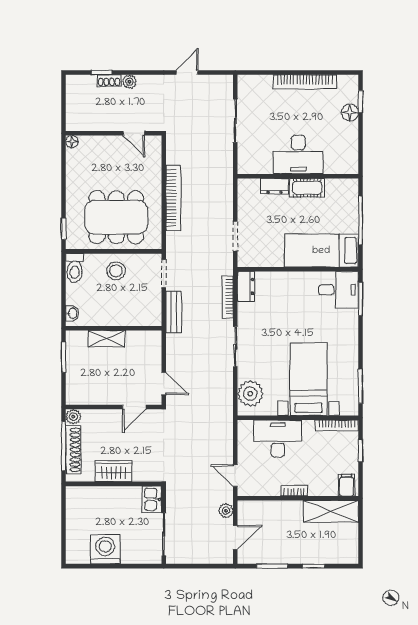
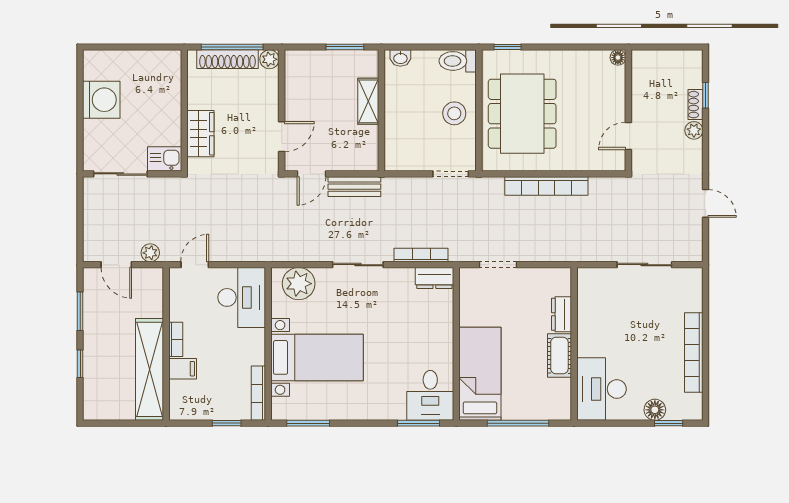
desk: (298, 155) -> (602, 389), moved
bench: (174, 312) -> (354, 187), moved
door: (134, 407) -> (282, 137), swing flipped
desk: (278, 439) -> (242, 297), moved
wardrobe: (114, 471) -> (200, 134), moved
filing cabinet: (347, 485) -> (183, 369), moved
shelving: (331, 511) -> (149, 369), width x1.47

